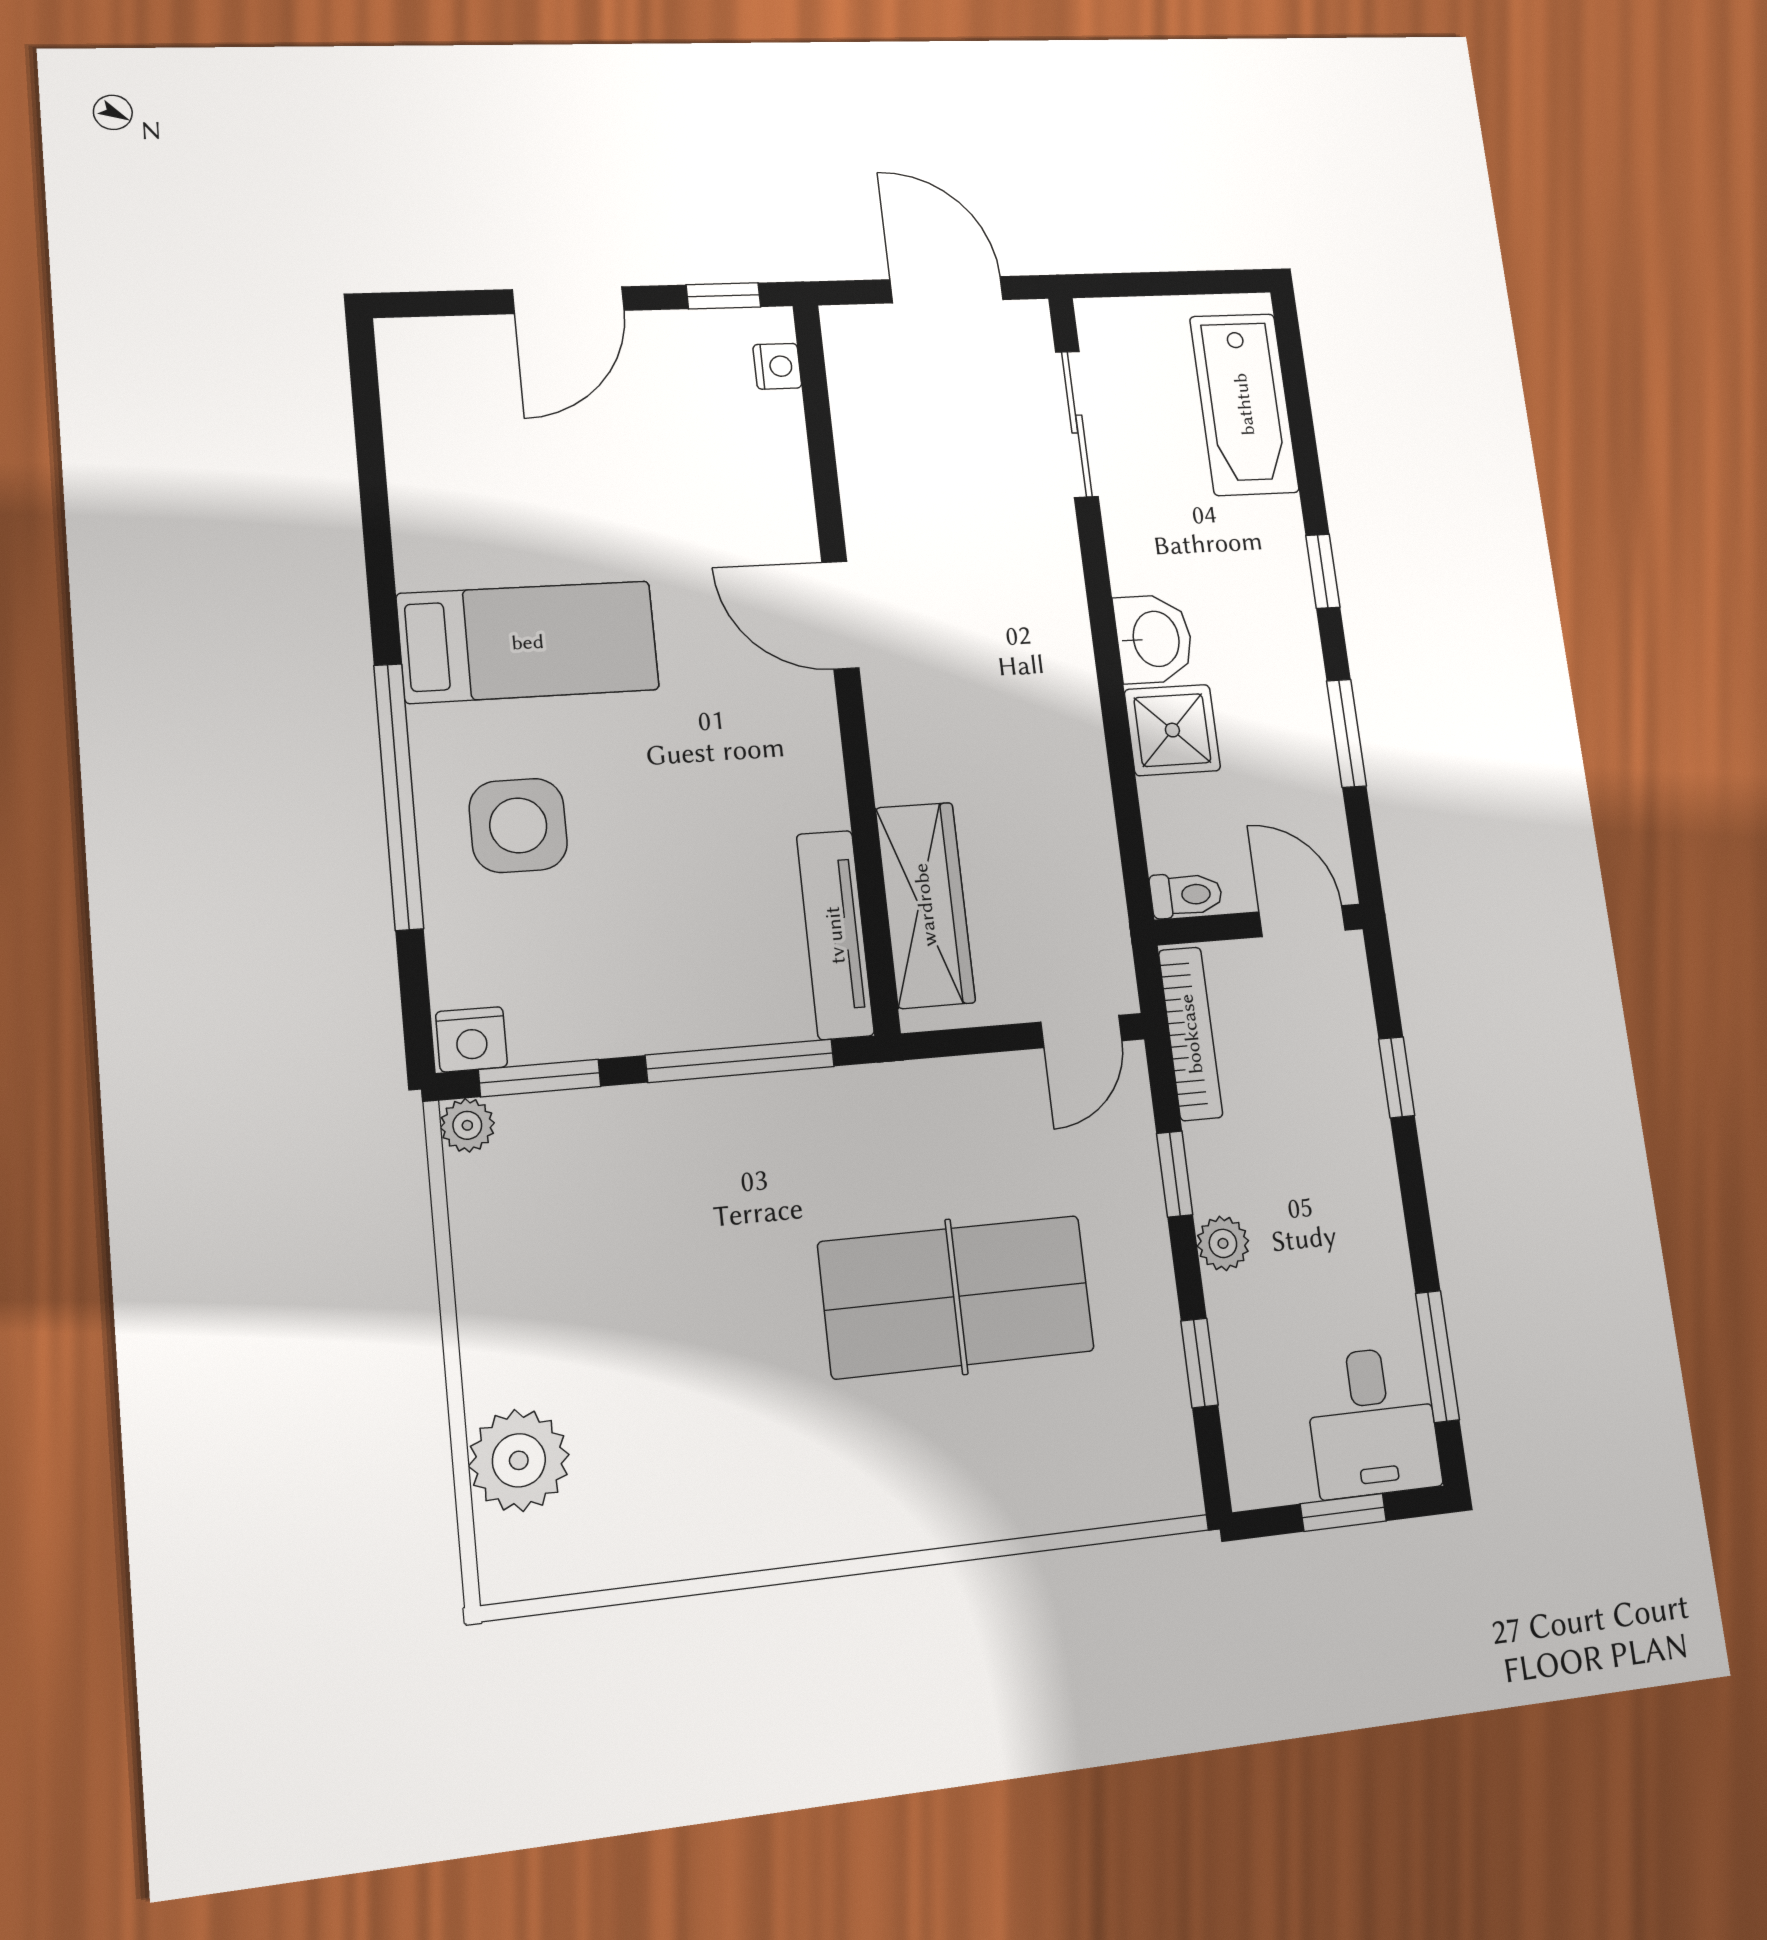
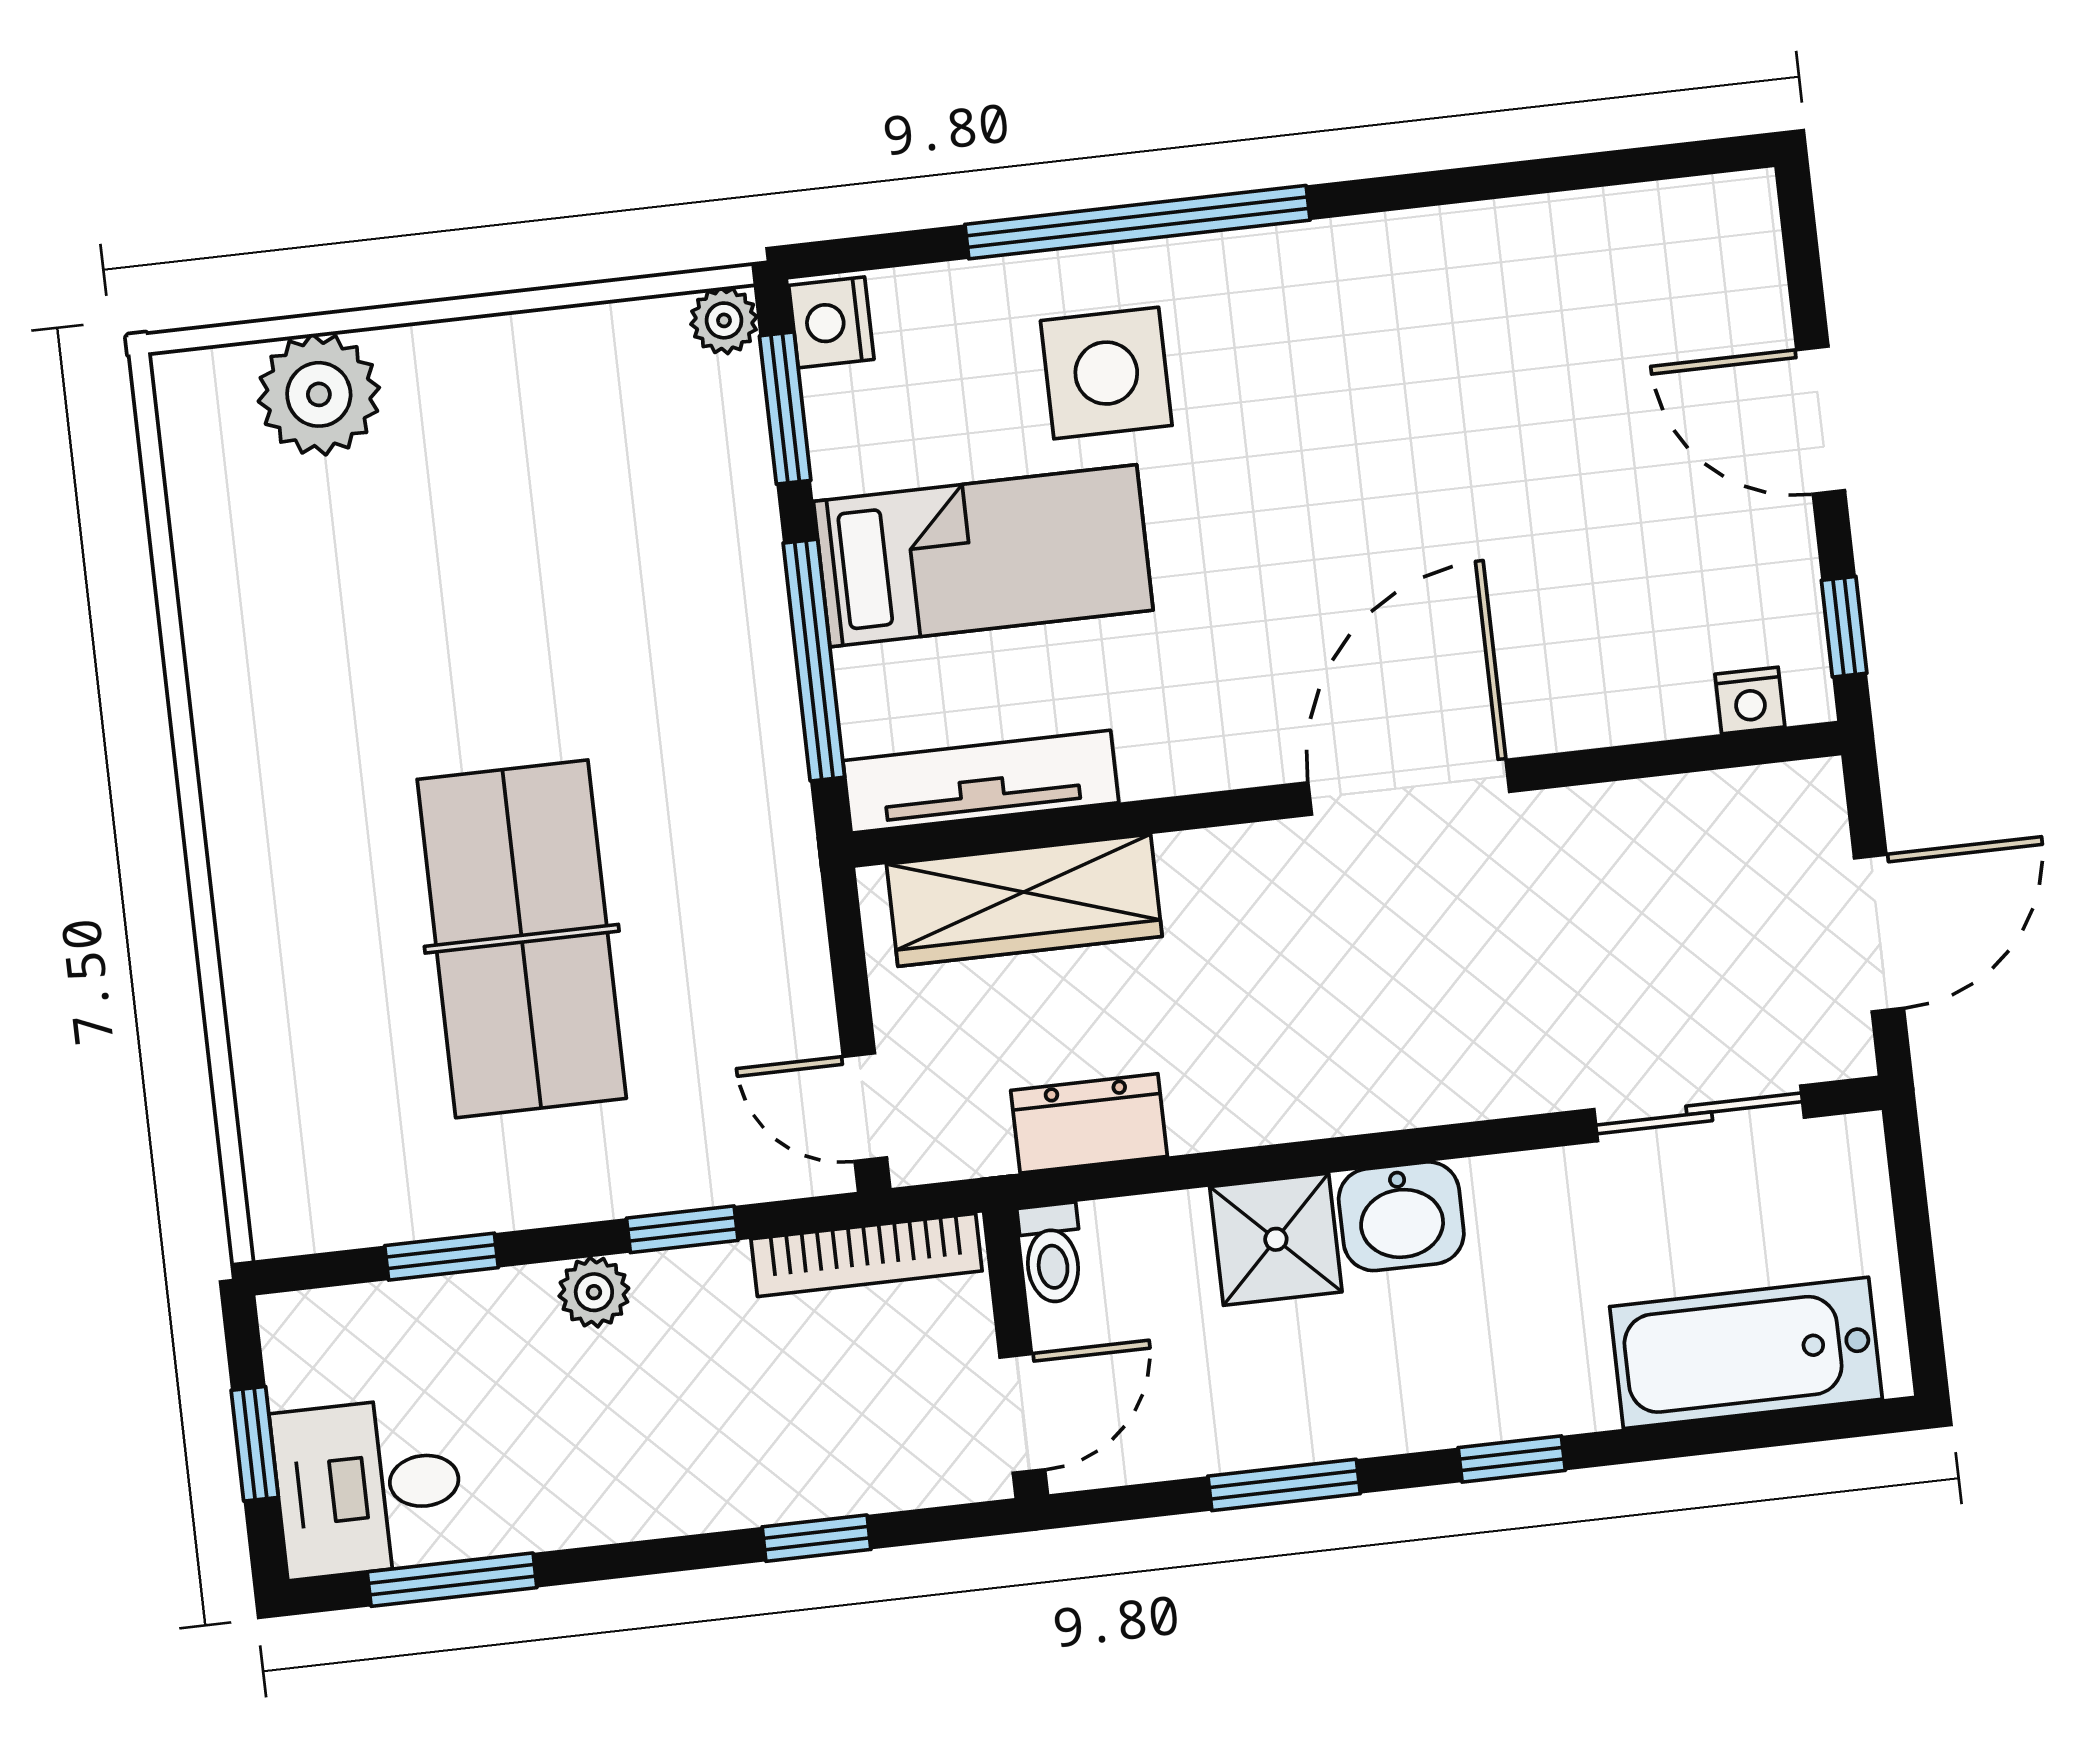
door: (840, 615) -> (1409, 787), width x1.36
bed: (528, 642) -> (983, 556), moved, turned -90
dresser: (1091, 863) -> (1089, 1123), added

